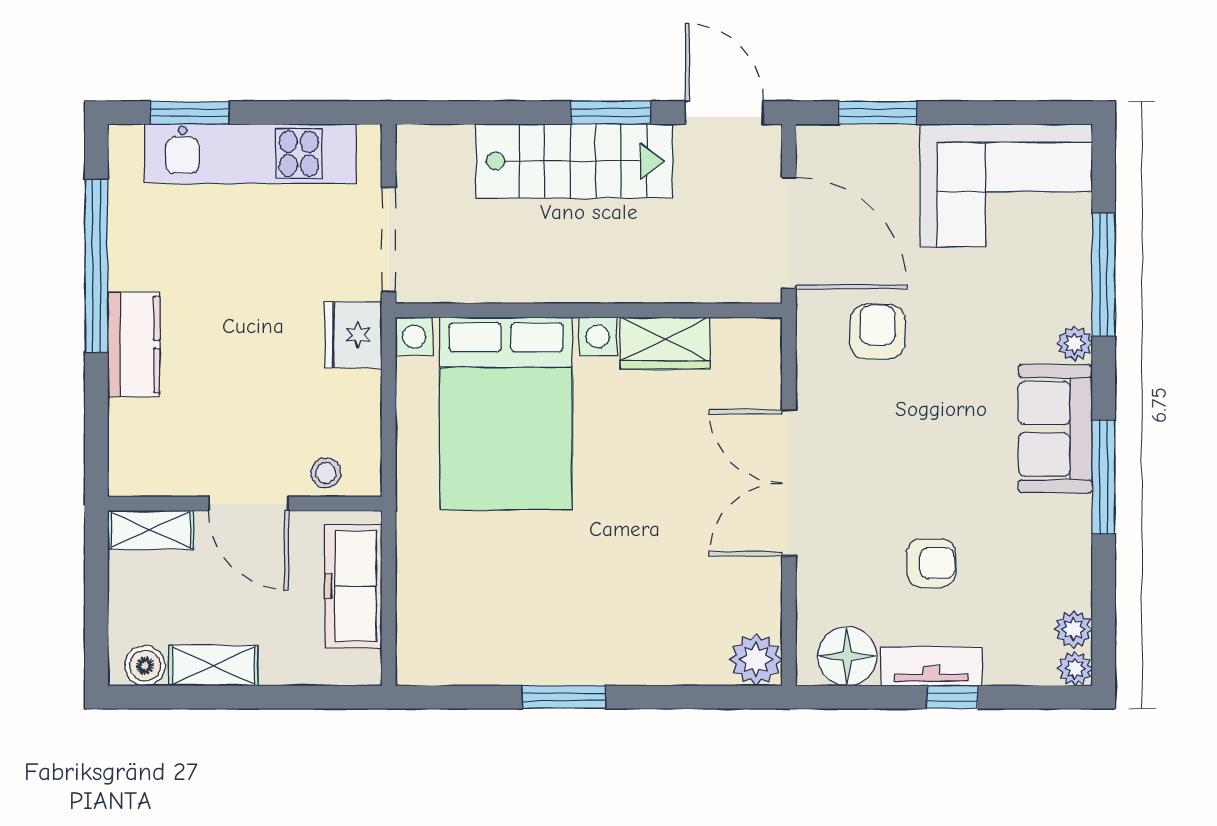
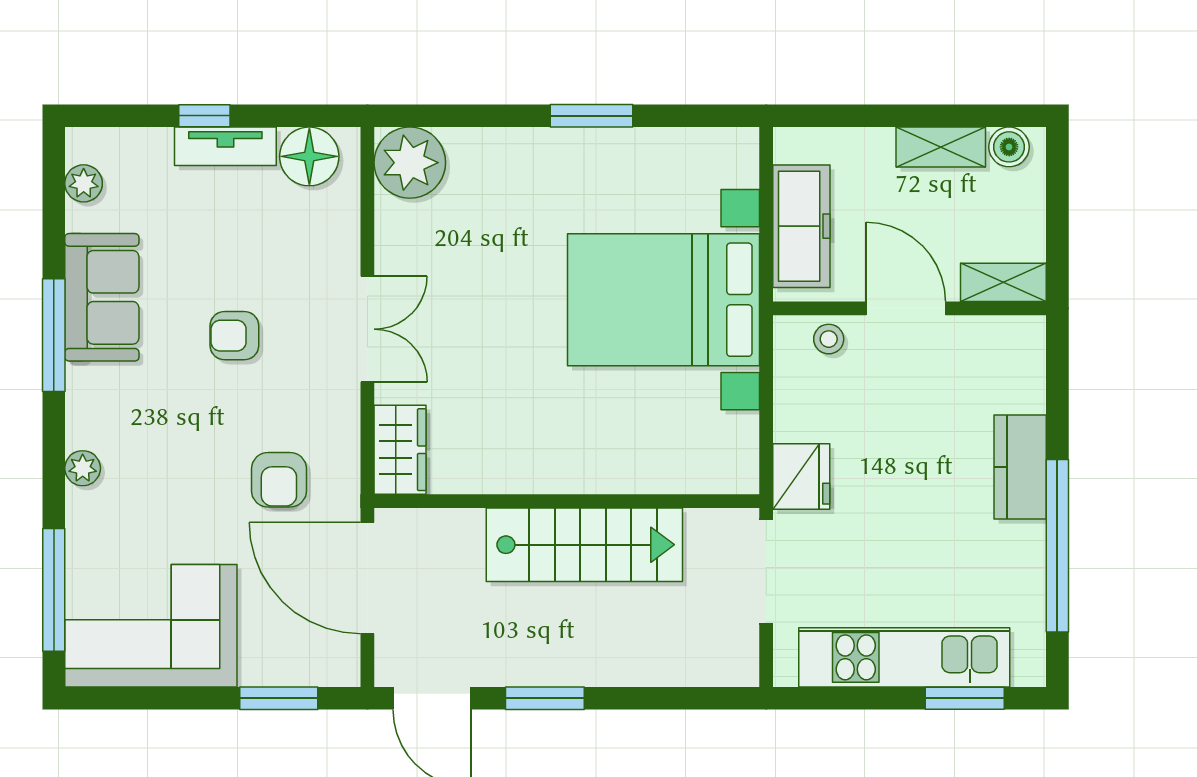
stairs: (574, 161) -> (584, 545), moved, turned 180
window: (1104, 275) -> (54, 590), moved
wardrobe: (665, 343) -> (400, 450), moved, turned 90
bed with nightstands: (506, 413) -> (664, 300), moved, turned -90
sofa: (1055, 429) -> (102, 297), moved
double door: (789, 483) -> (367, 329), width x0.73
armchair: (931, 563) -> (234, 336), moved
plant: (756, 660) -> (410, 163), width x1.36, depth x1.36
plant: (1075, 669) -> (82, 144), removed

